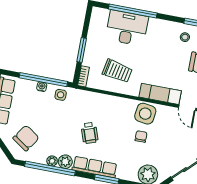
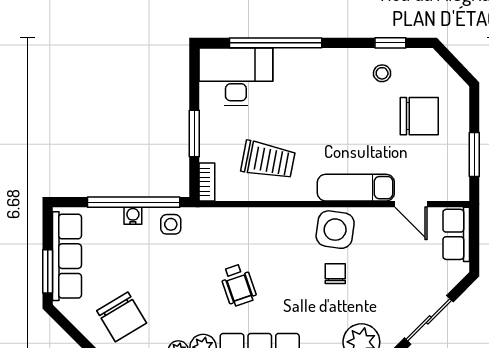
desk: (127, 28) -> (236, 77), moved
chair: (26, 138) -> (122, 317), turned 115

